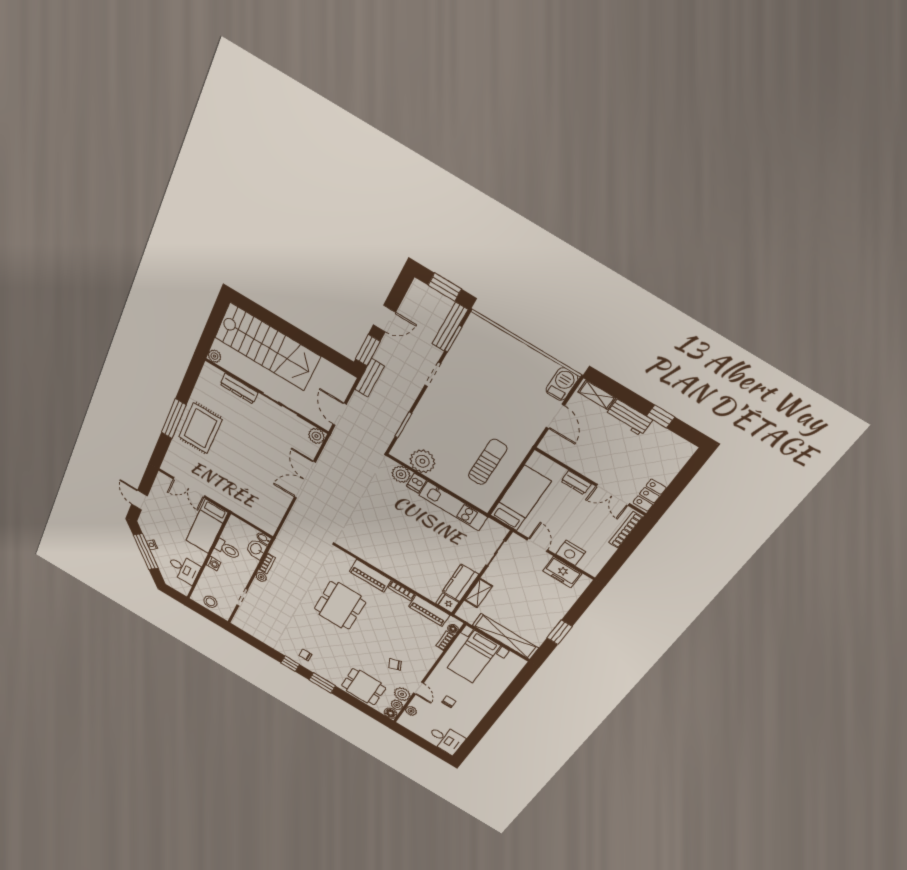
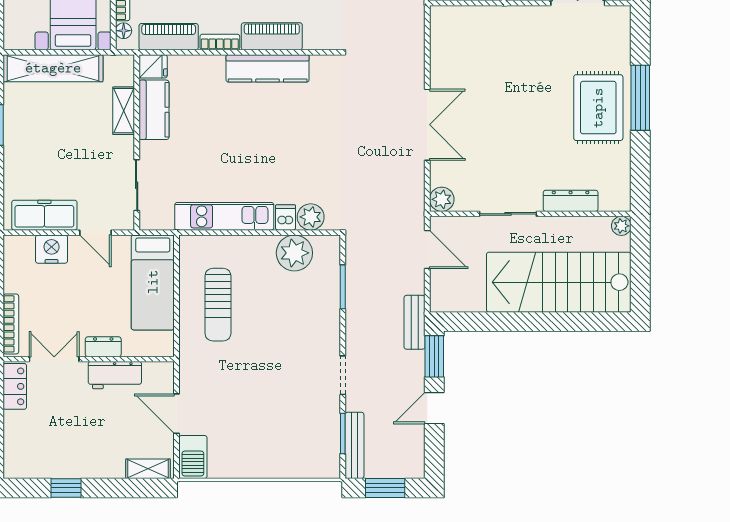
workbench: (629, 418) -> (115, 375), moved, turned 180
kitchen counter: (382, 562) -> (268, 68), added
freezer: (562, 572) -> (44, 215), width x1.40

